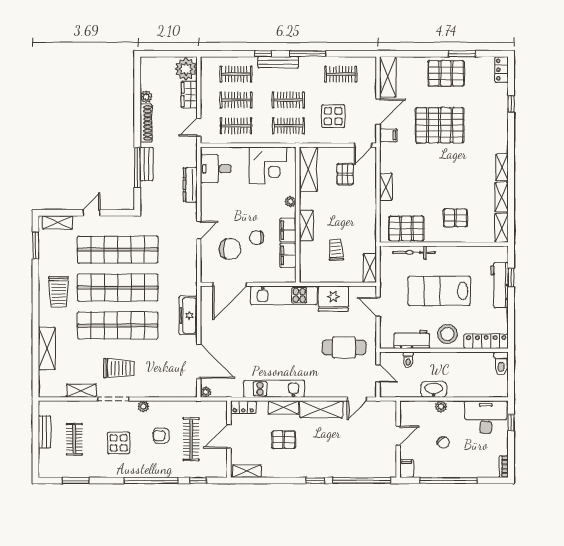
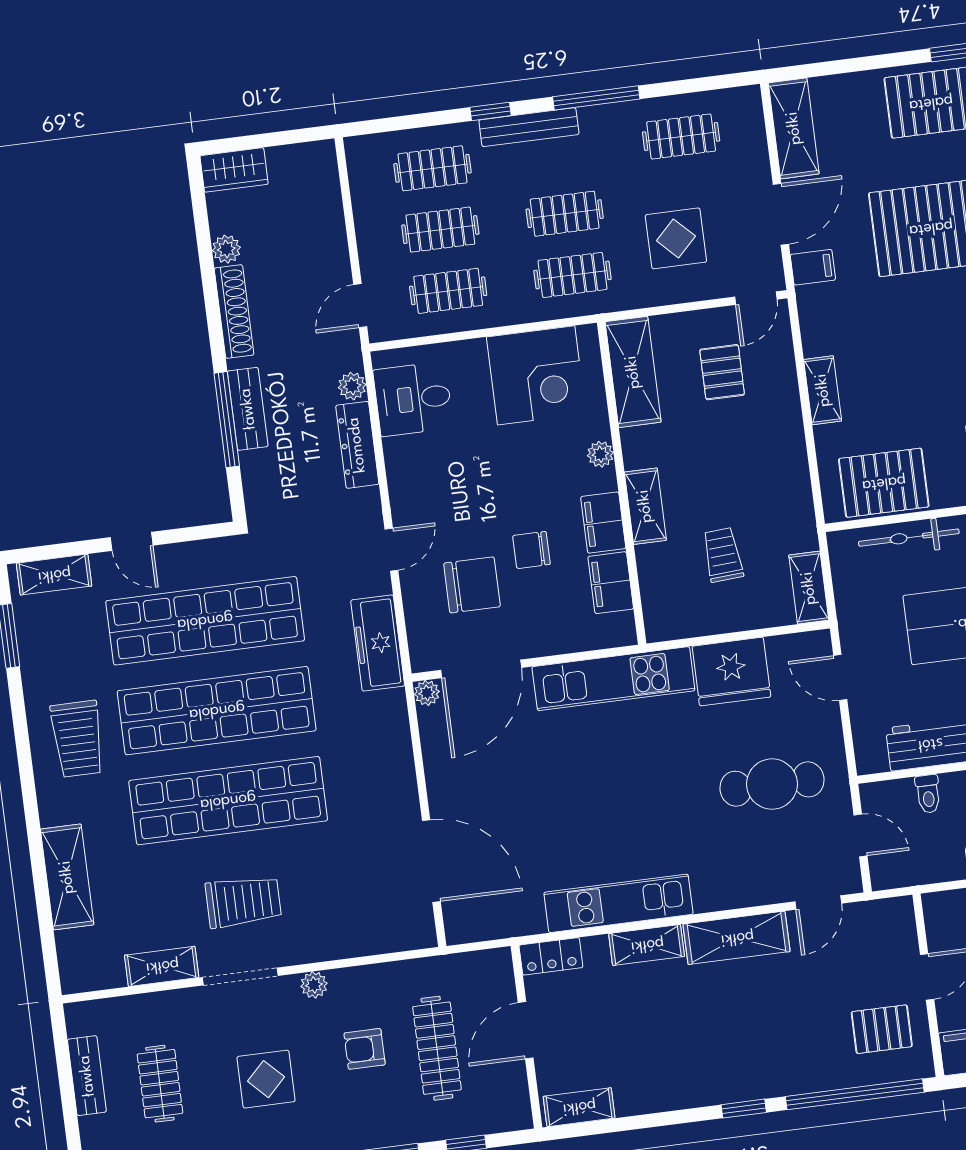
plant: (186, 69) -> (352, 386), moved, width x0.53, depth x0.53
wardrobe: (189, 95) -> (234, 170), moved, turned -90
door: (91, 213) -> (132, 541), swing flipped
freezer: (188, 315) -> (378, 643), moved
plant: (206, 392) -> (427, 693), moved
pallet: (284, 440) -> (882, 1029), moved

